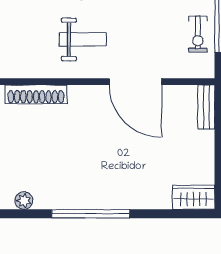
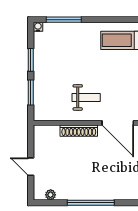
shoe rack: (36, 94) -> (79, 131), moved

